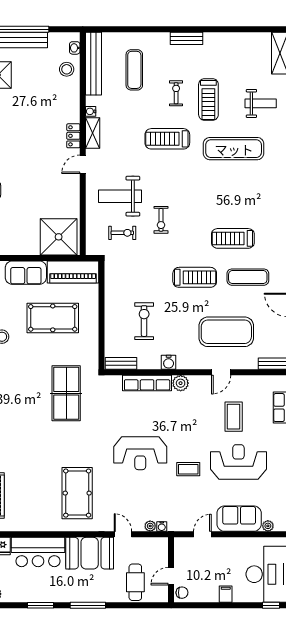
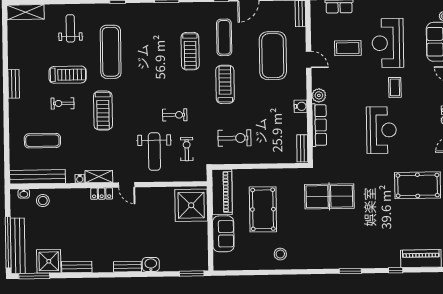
bench: (186, 38) -> (14, 84), moved
exercise bike: (144, 321) -> (234, 138), moved, turned 180

